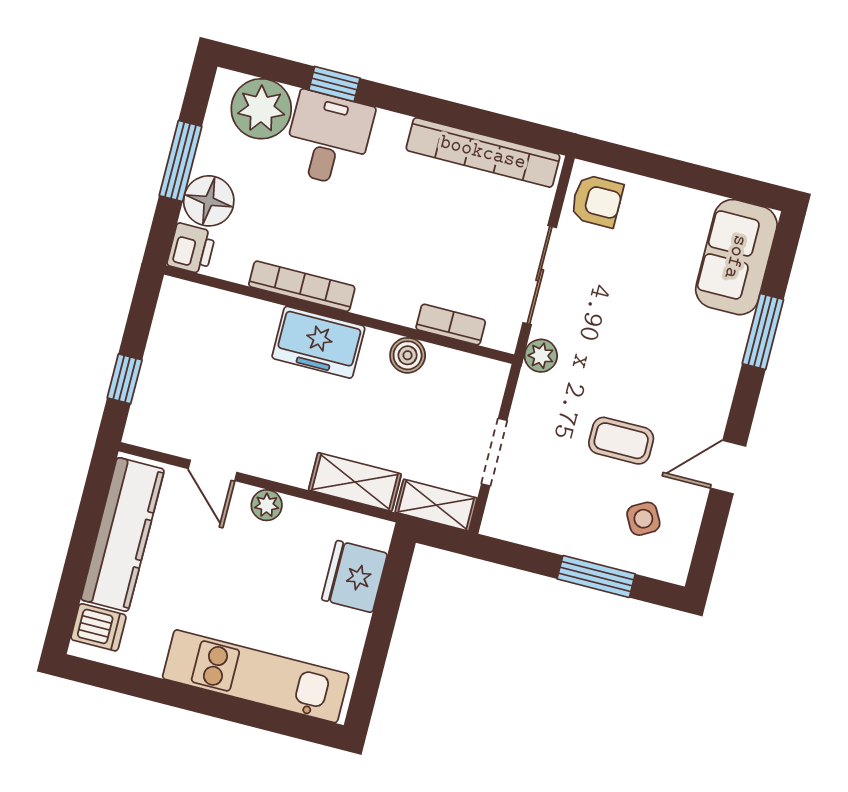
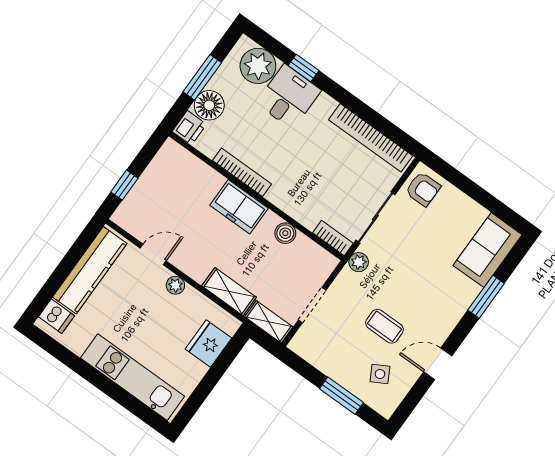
bookcase: (451, 325) -> (333, 238), moved
door: (213, 470) -> (153, 255), swing flipped

